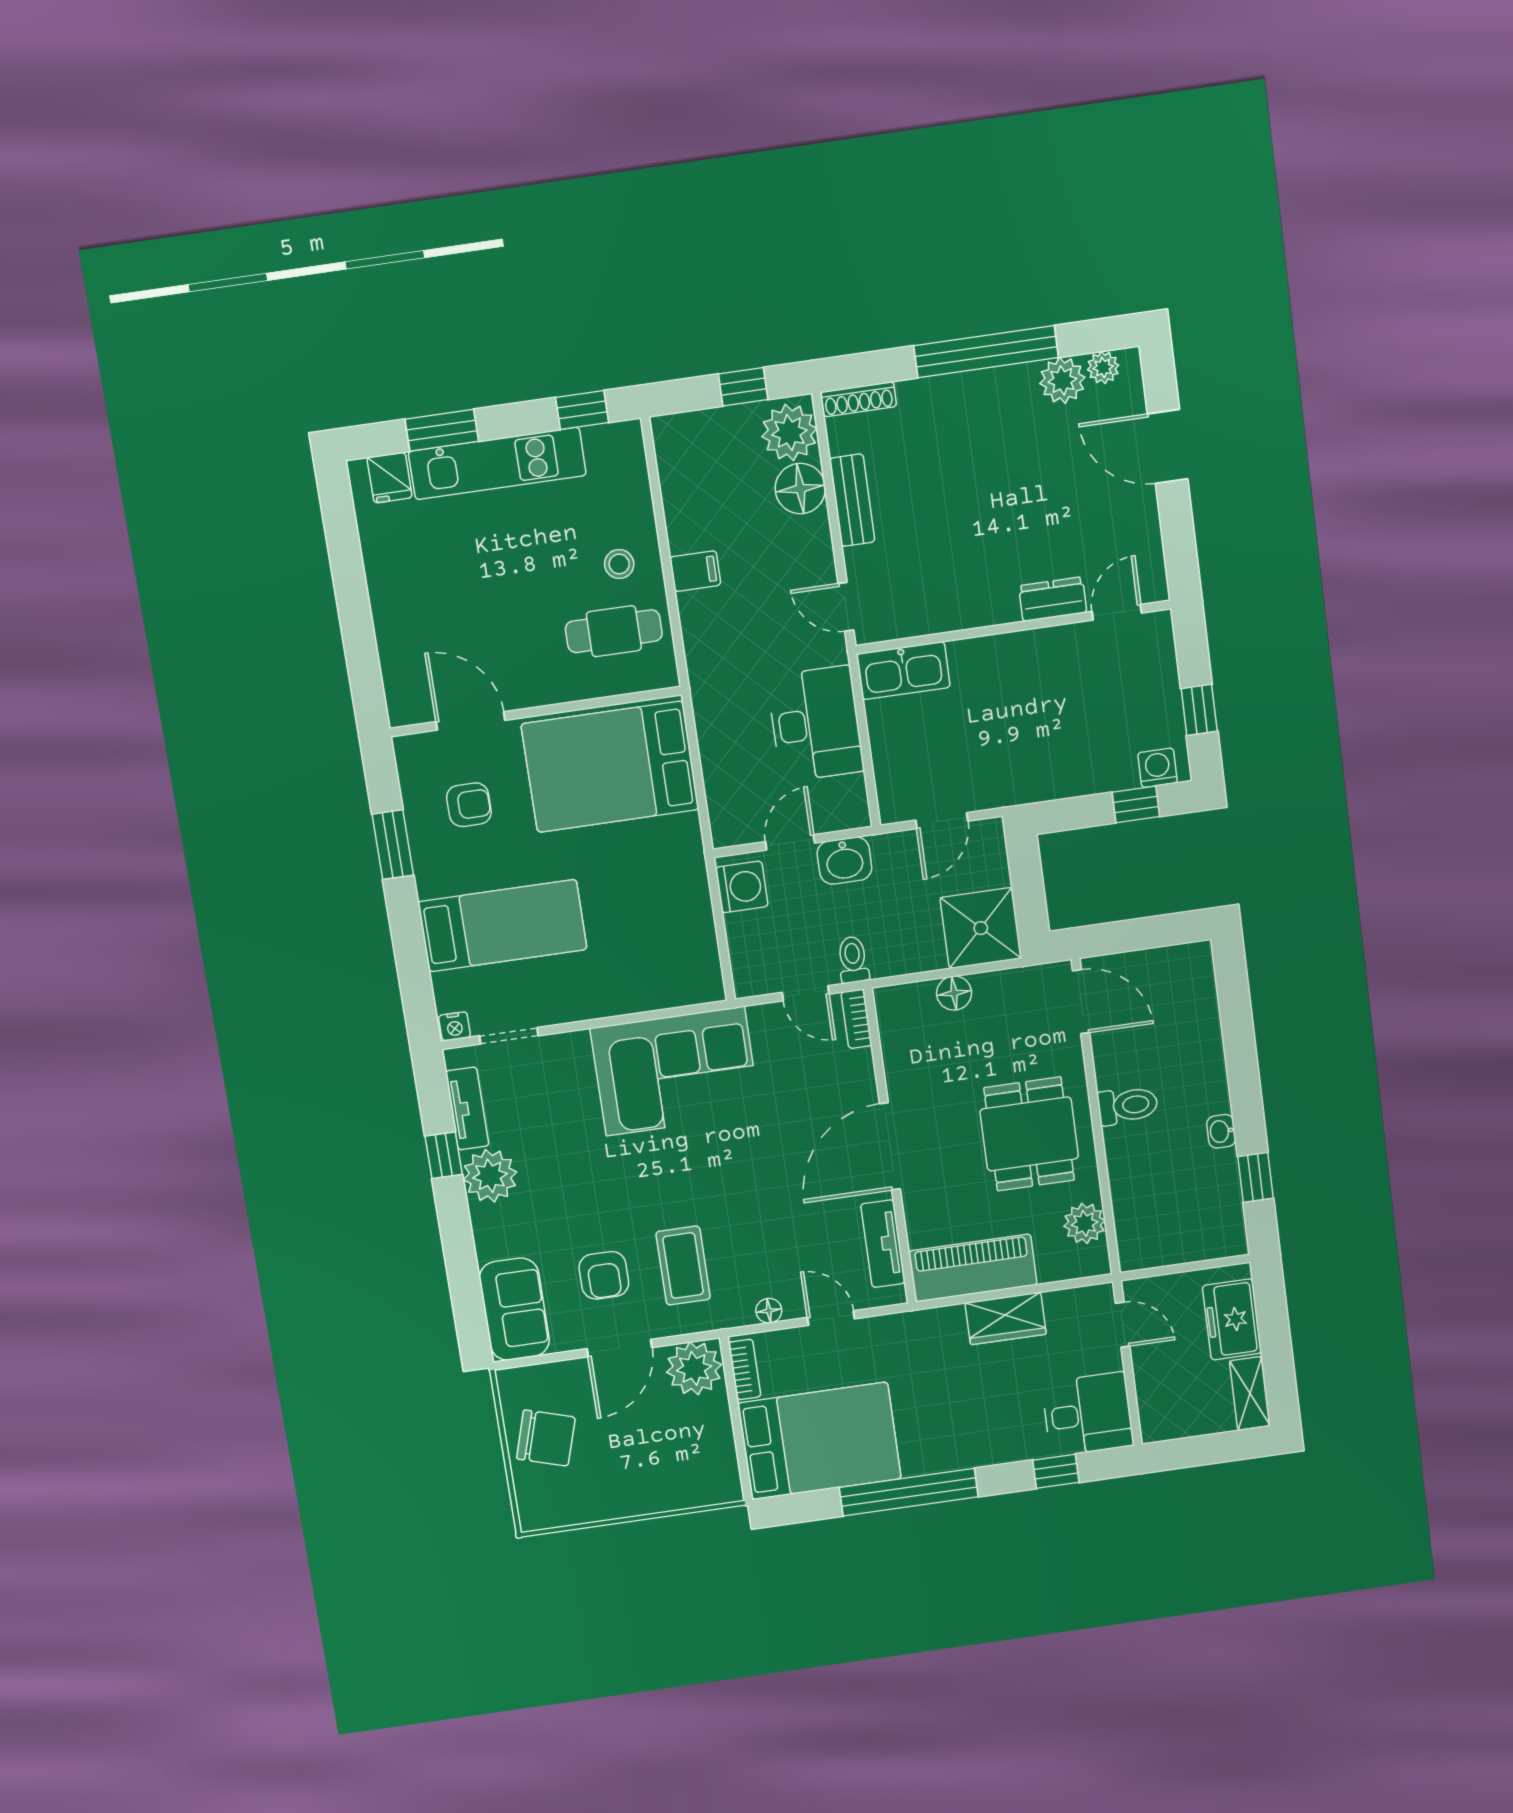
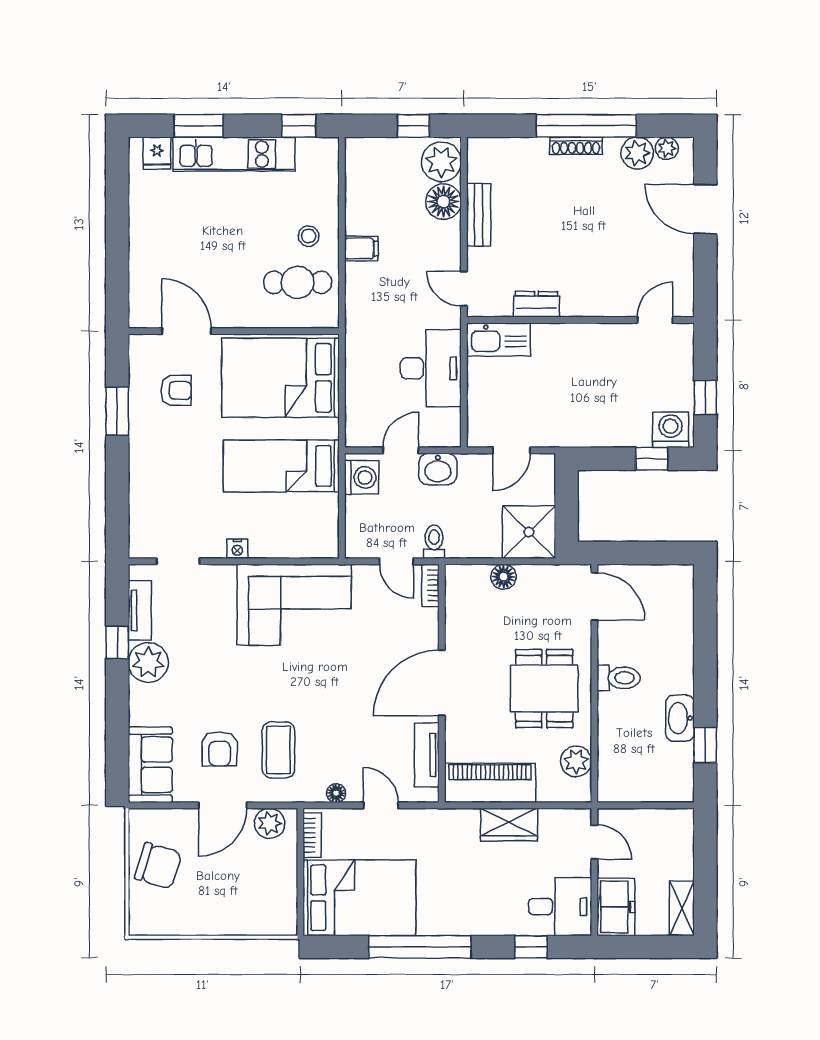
shoe rack: (858, 399) -> (576, 146), moved
dresser: (1053, 599) -> (536, 304), moved
washing machine: (1158, 768) -> (671, 430), width x1.38, depth x1.38
bed: (502, 926) -> (281, 466), moved, turned 180
nightstand: (455, 1026) -> (237, 549), moved
washbasin: (1221, 1131) -> (680, 718), width x1.91, depth x1.45
freezer: (1232, 1319) -> (616, 907), moved, turned 180
plant: (694, 1368) -> (269, 823), width x0.73, depth x0.73

